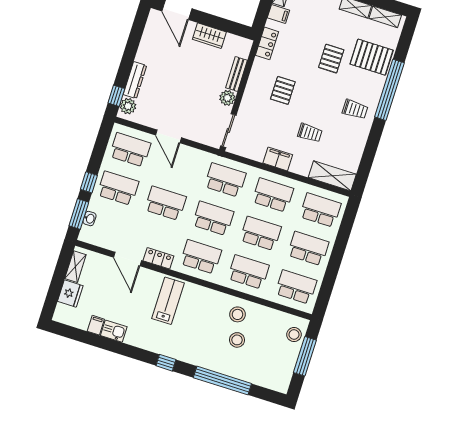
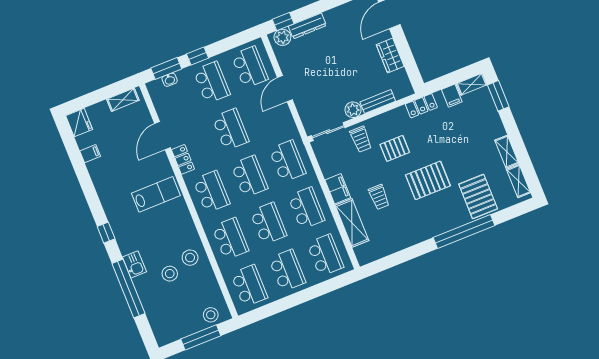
pallet: (331, 59) -> (428, 180), moved, width x1.50, depth x1.42
trolley: (355, 109) -> (361, 139), moved
shelving: (332, 176) -> (352, 223), moved
fridge: (70, 294) -> (79, 123), moved, turned -90
kitchen sink: (114, 331) -> (134, 264), moved

